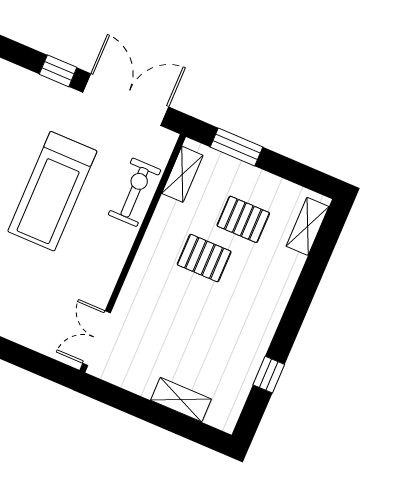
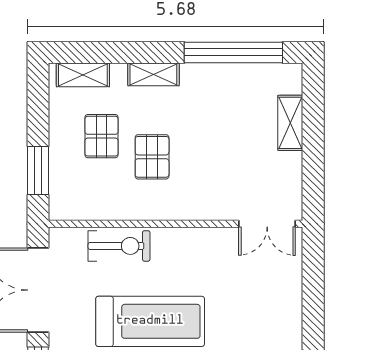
shelving: (182, 174) -> (153, 74), moved
exercise bike: (135, 192) -> (119, 246), turned 180
window: (269, 375) -> (233, 52), width x3.17

